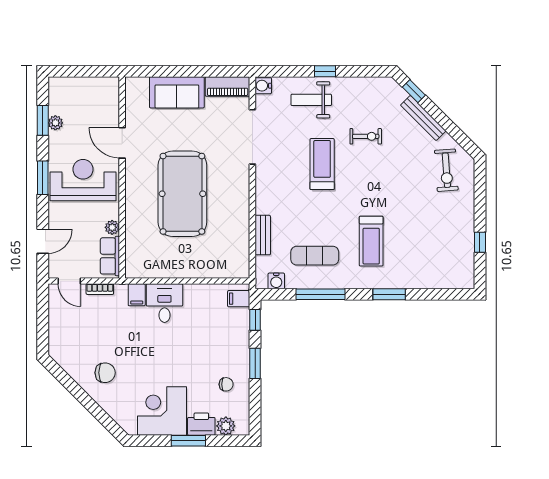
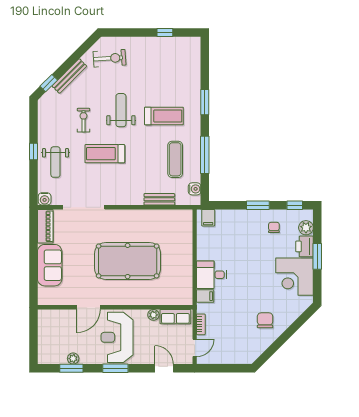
weight bench: (379, 185) -> (121, 110), added
window: (255, 320) -> (295, 205), moved

